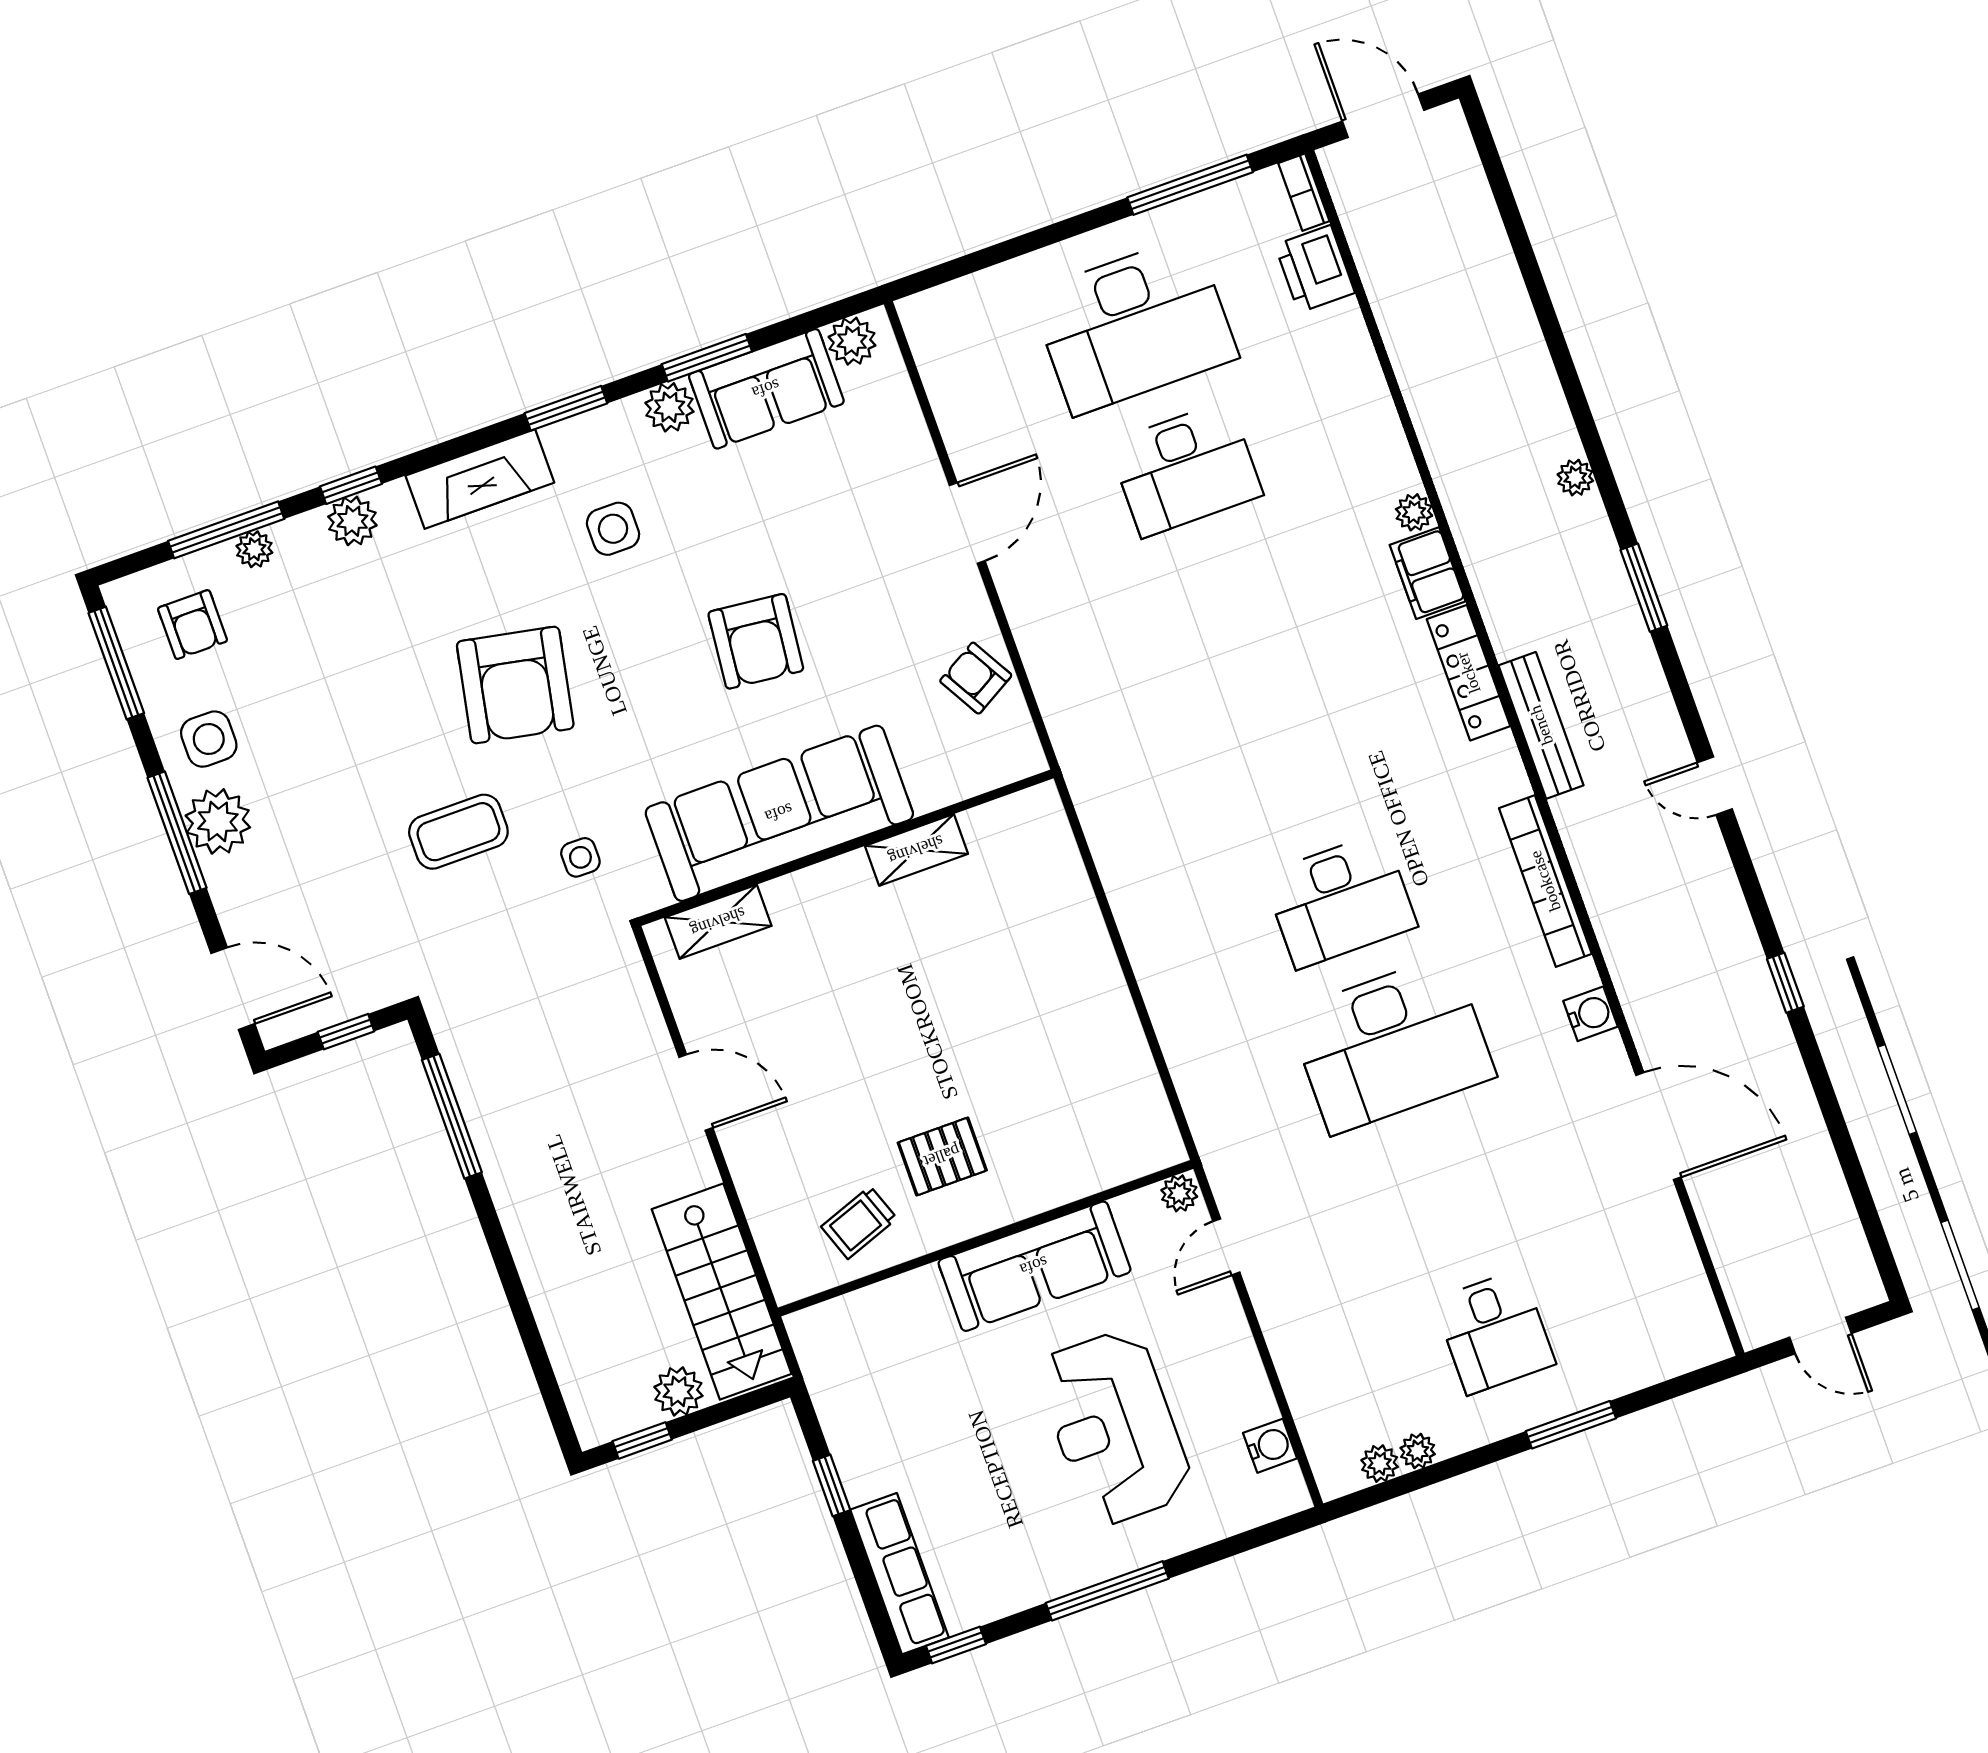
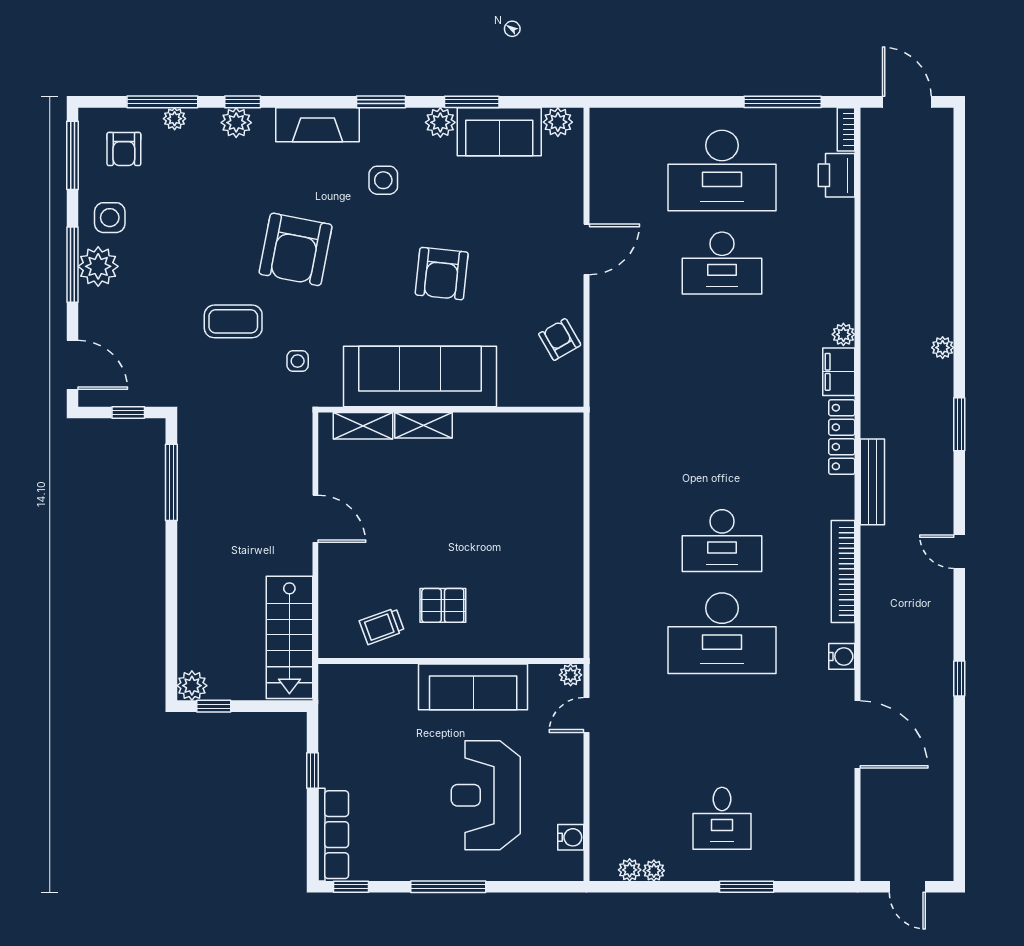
shelving: (916, 850) -> (423, 425), moved
plant: (678, 1391) -> (192, 686), moved

